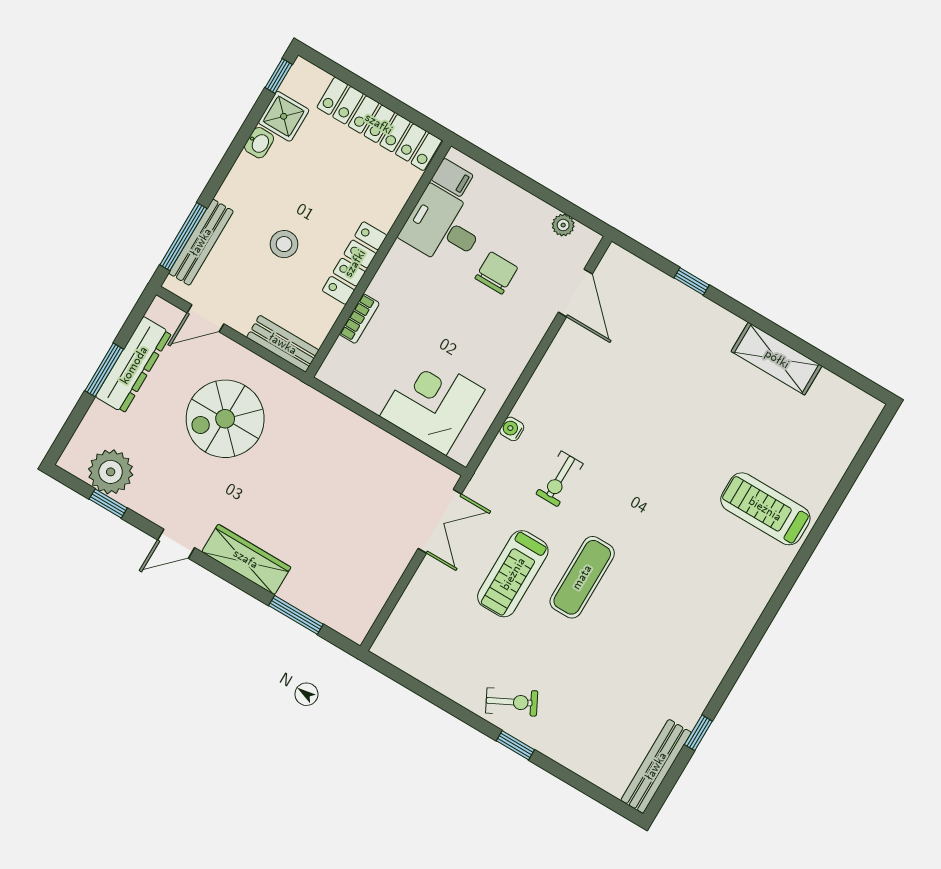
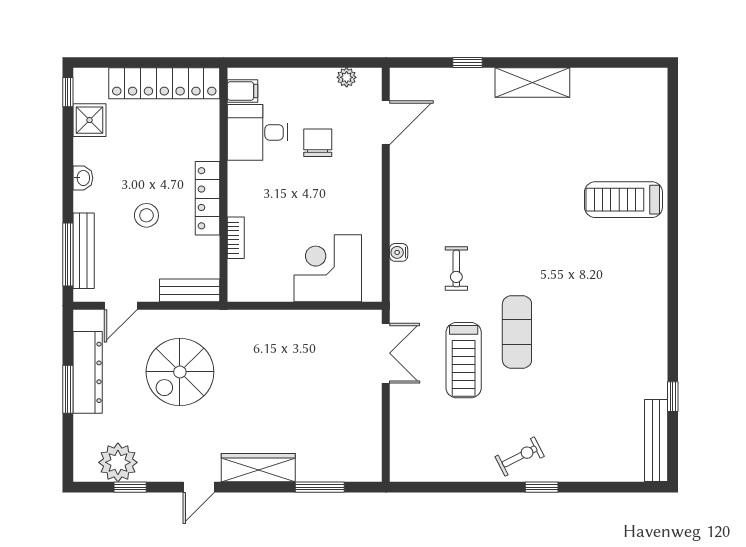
washbasin: (259, 143) -> (83, 178), moved
door: (575, 293) -> (386, 123), hinge flipped
shelving: (777, 359) -> (532, 82), moved

